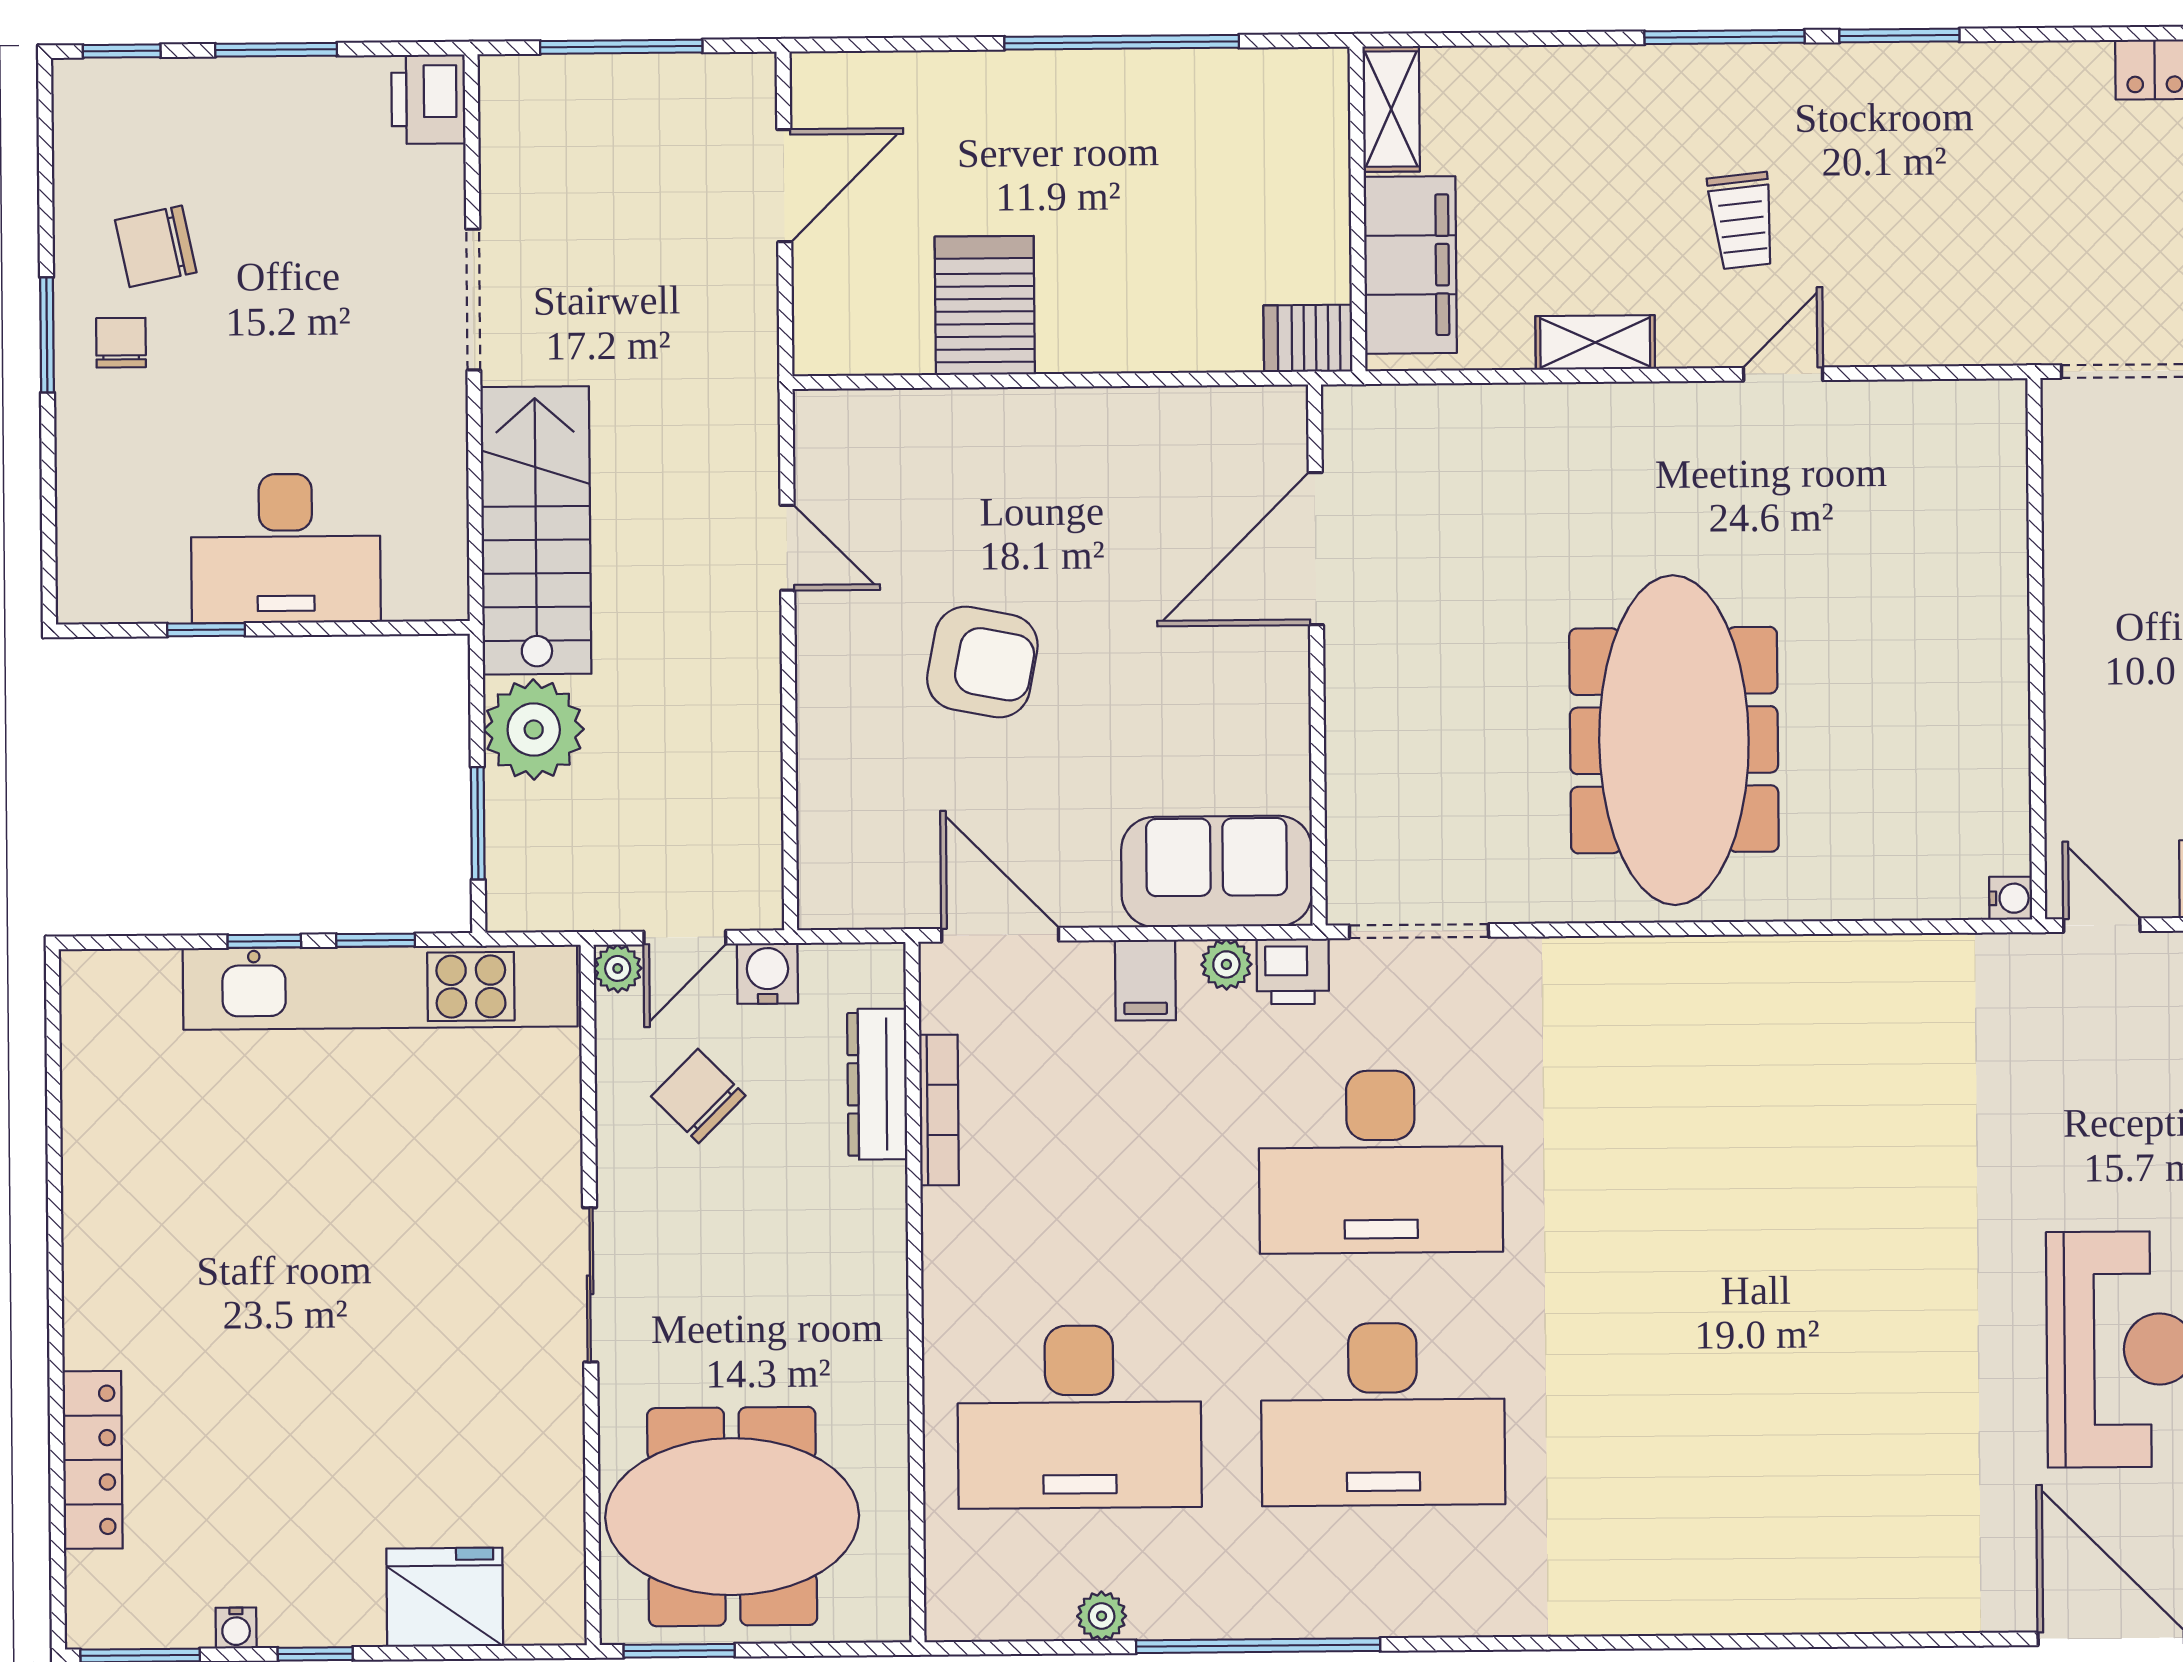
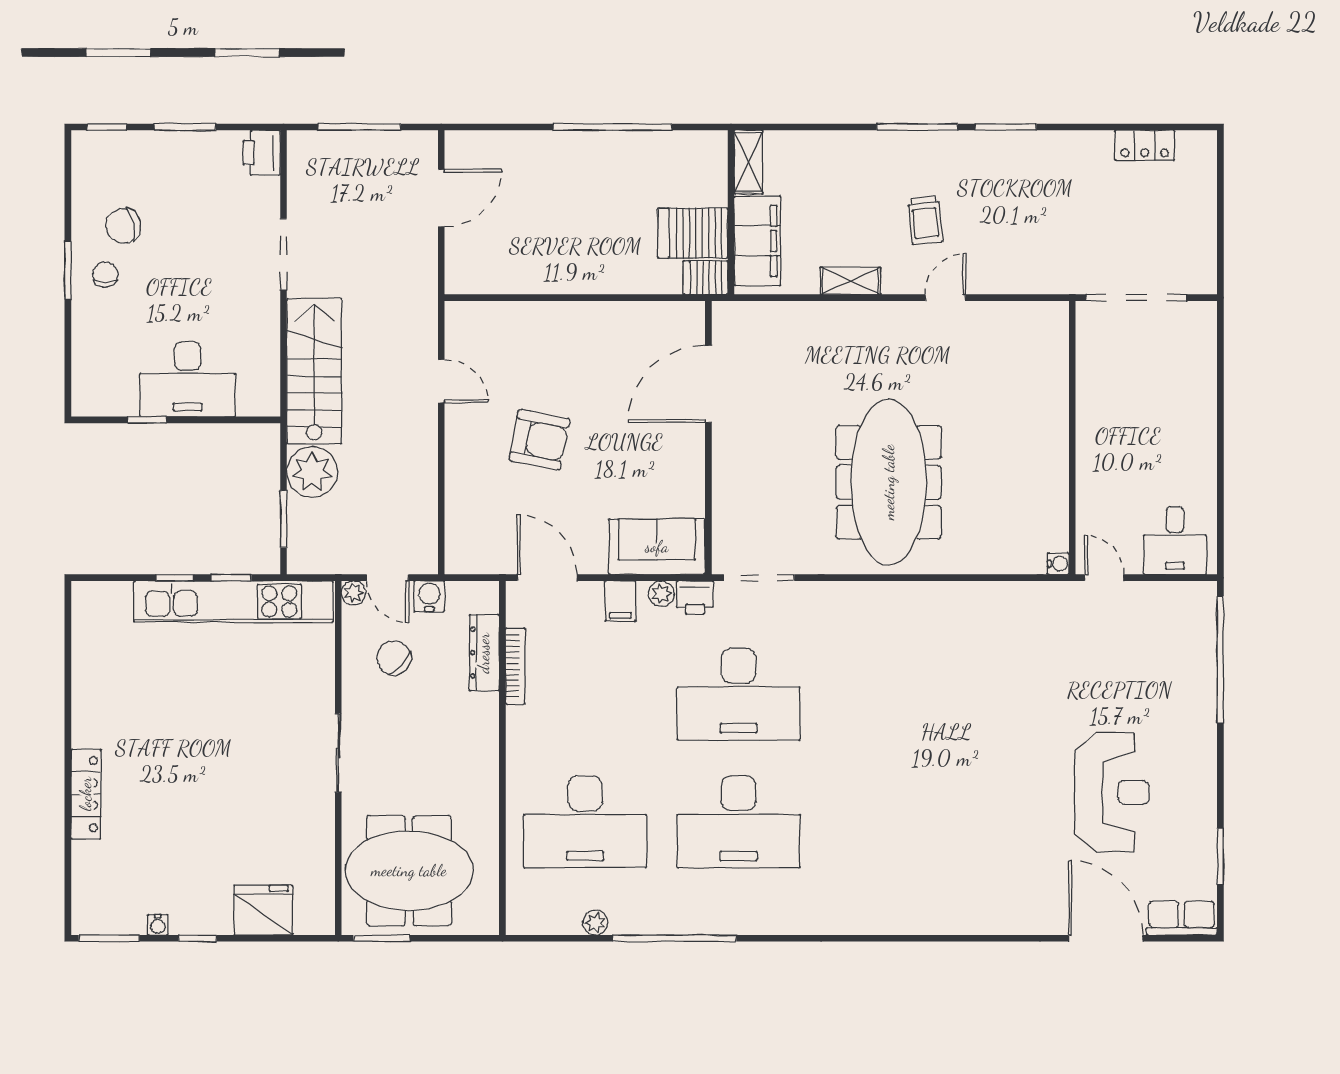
server rack: (985, 305) -> (693, 233), moved, turned -90
door: (685, 938) -> (388, 578), hinge flipped
locker: (93, 1460) -> (86, 794), moved

